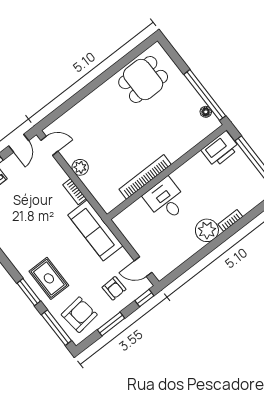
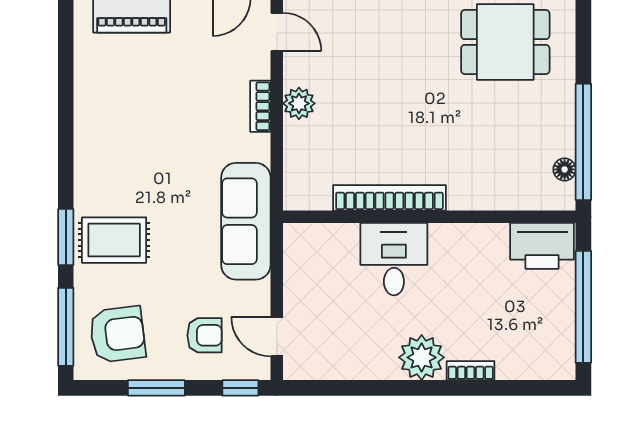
bookcase: (75, 192) -> (260, 106), moved
rug: (49, 278) -> (114, 240), turned 90
armchair: (114, 288) -> (204, 335), turned -88

